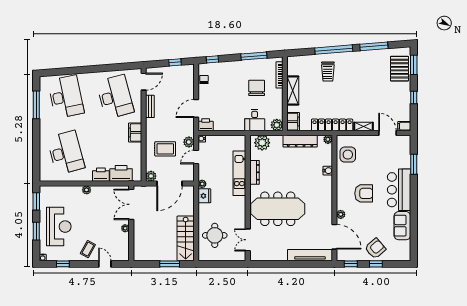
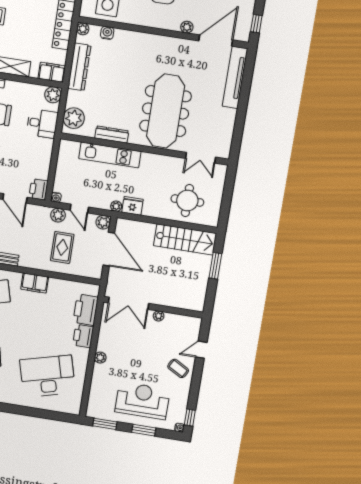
water cooler: (328, 171) -> (107, 33), moved
plant: (151, 176) -> (103, 222), moved
window: (63, 264) -> (190, 418), moved

